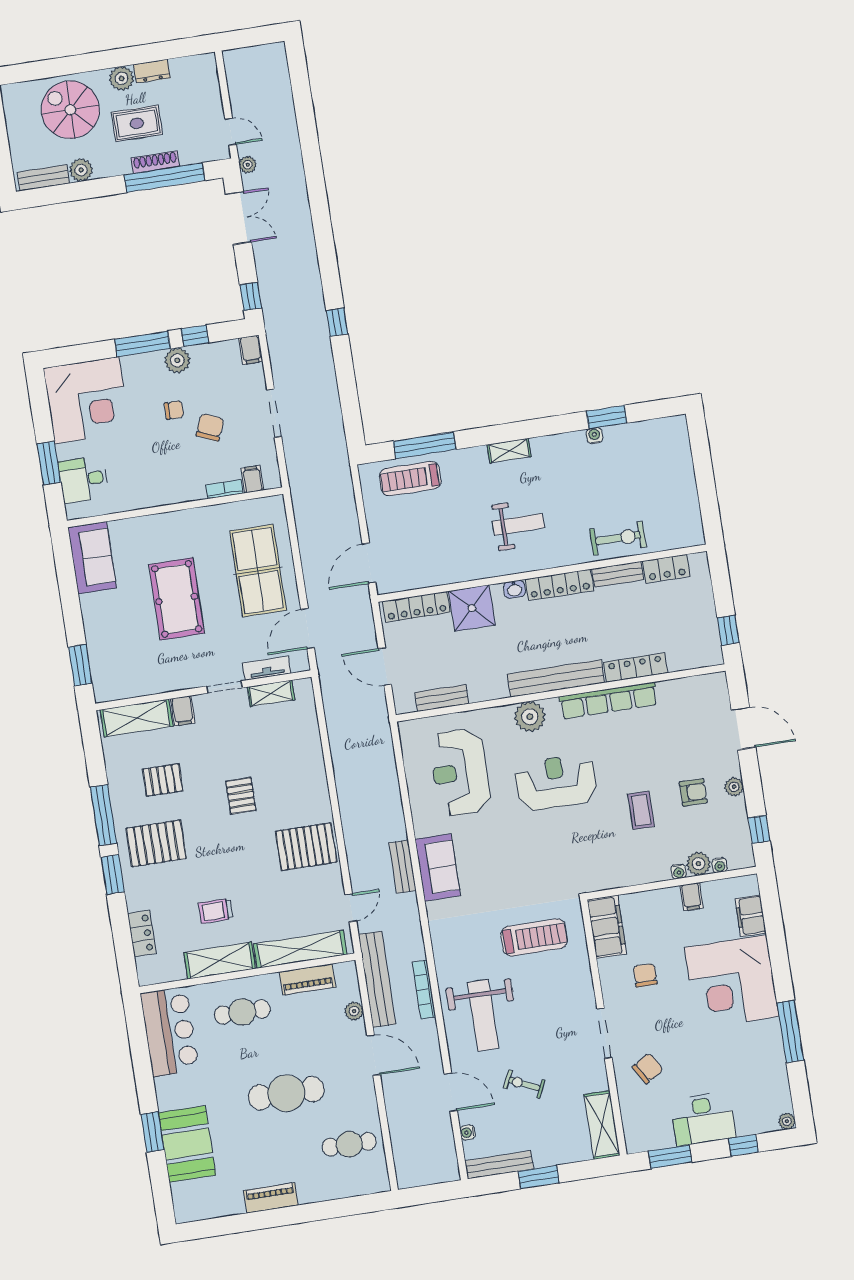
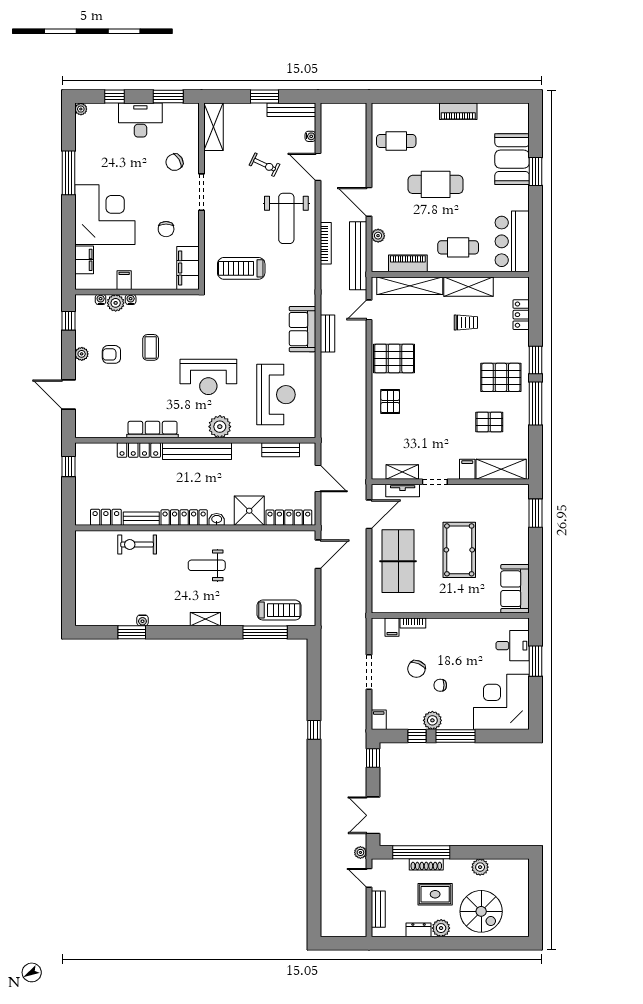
bench: (43, 178) -> (378, 909), moved, turned 90
row of seats: (608, 701) -> (153, 429), width x0.73
pallet: (241, 796) -> (390, 401), moved
weight bench: (483, 1015) -> (286, 218), turned 180

